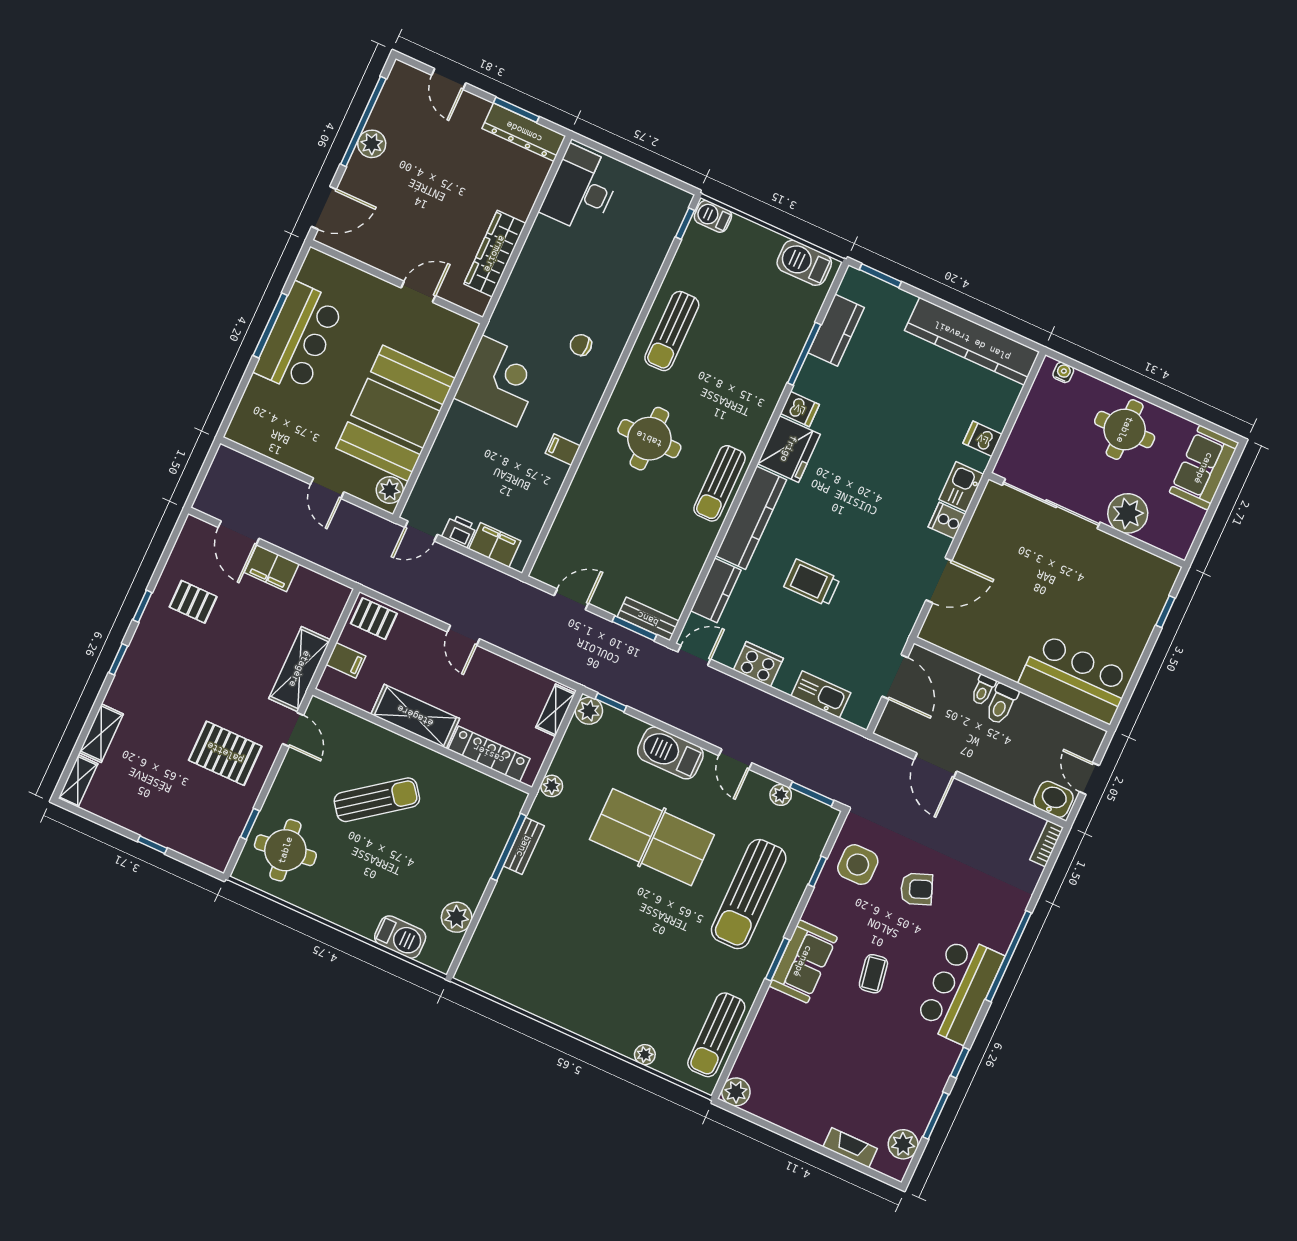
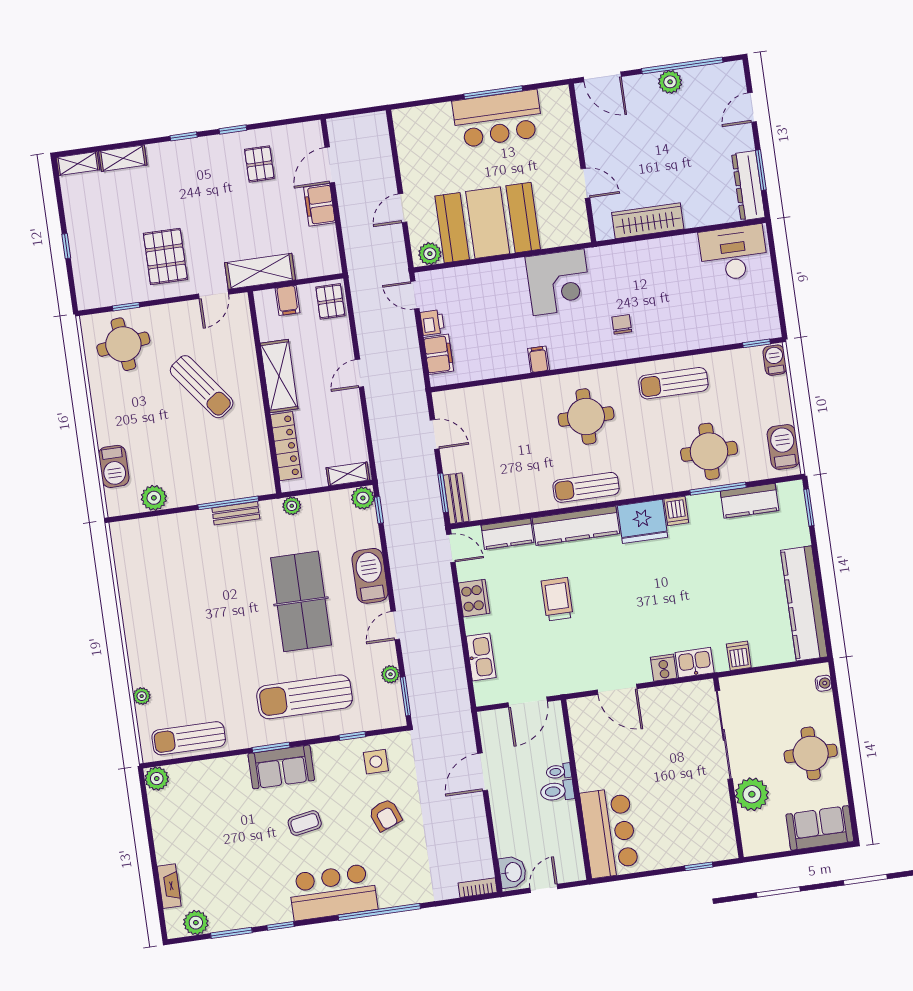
round table: (762, 339) -> (709, 451), added
side table: (858, 865) -> (376, 762), width x0.73, depth x0.73

